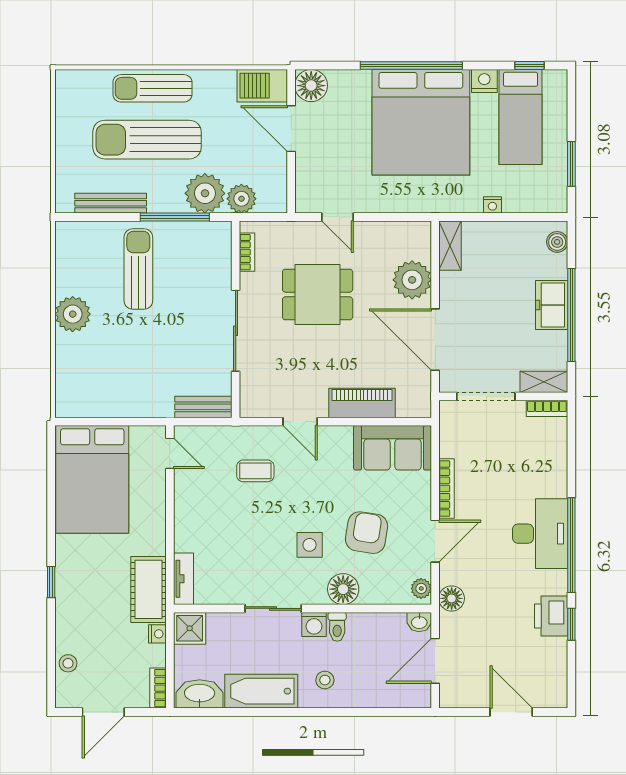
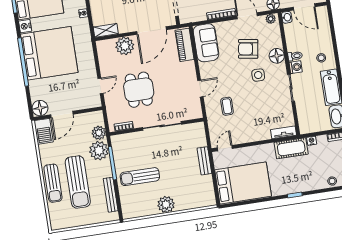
piano: (362, 403) -> (185, 45), moved
bench: (203, 407) -> (204, 161), moved
shower: (190, 628) -> (307, 126), removed

